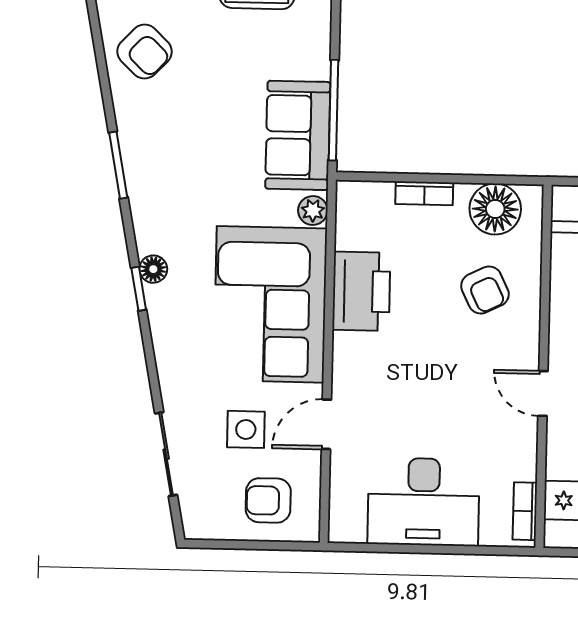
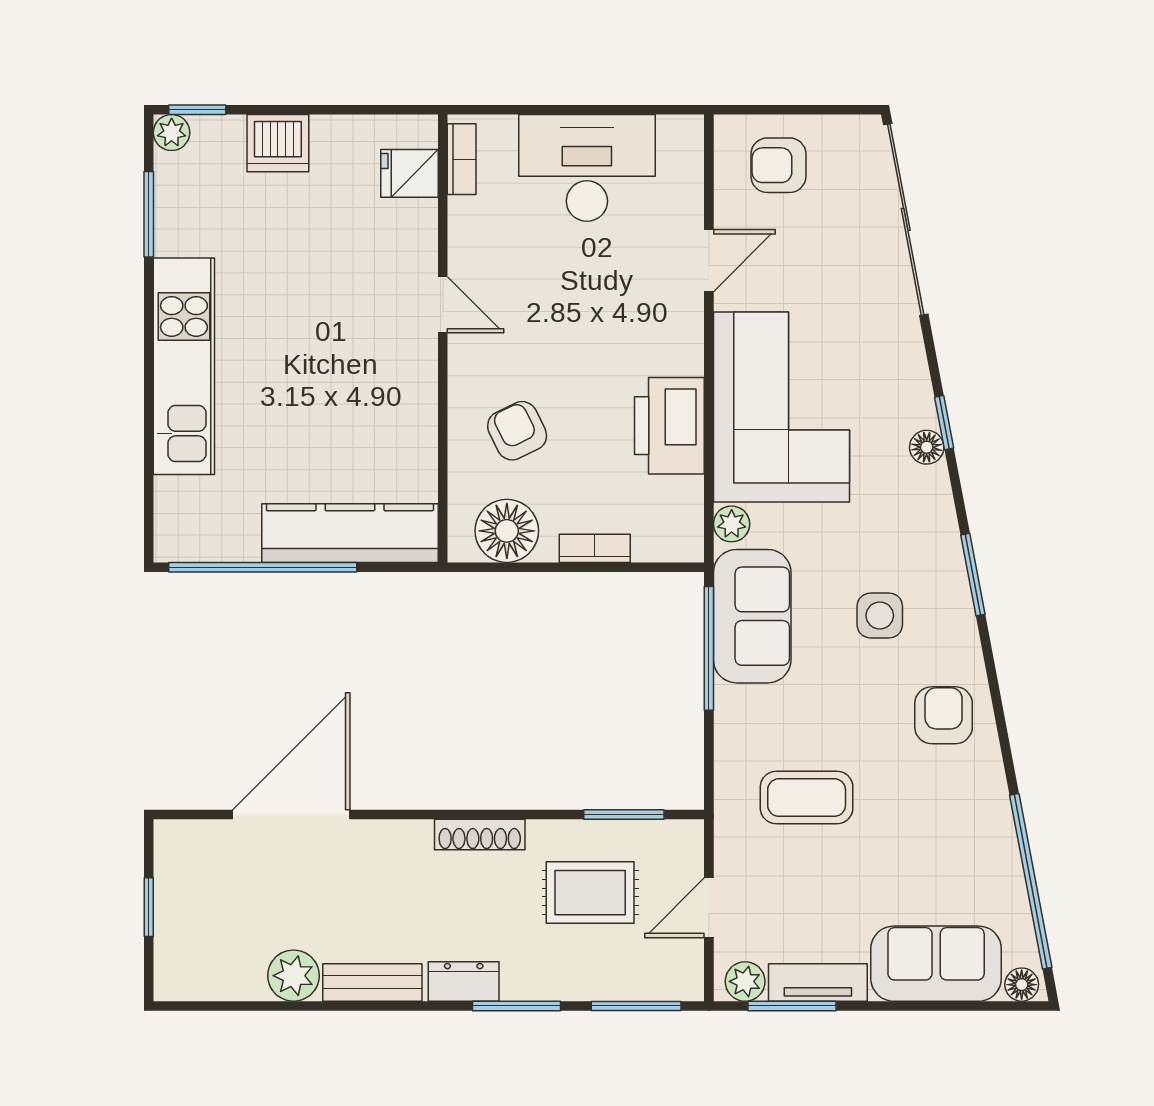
armchair: (145, 52) -> (944, 715), turned 46
side table: (246, 429) -> (880, 615), moved
sliding door: (166, 454) -> (906, 219), width x1.86
armchair: (268, 500) -> (778, 165), turned 180

